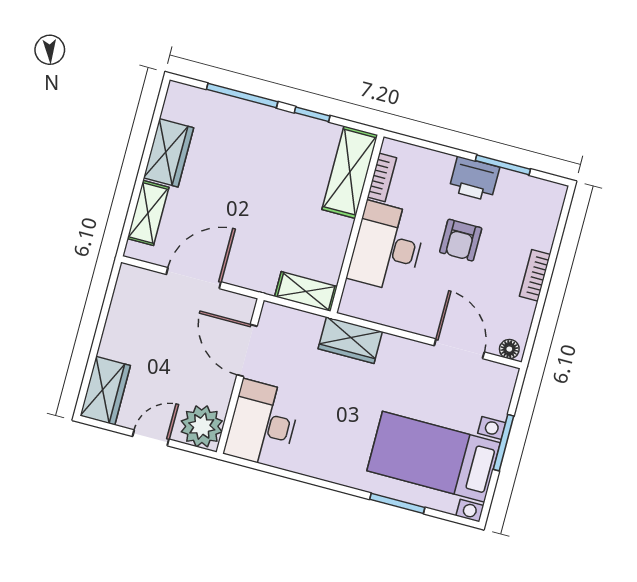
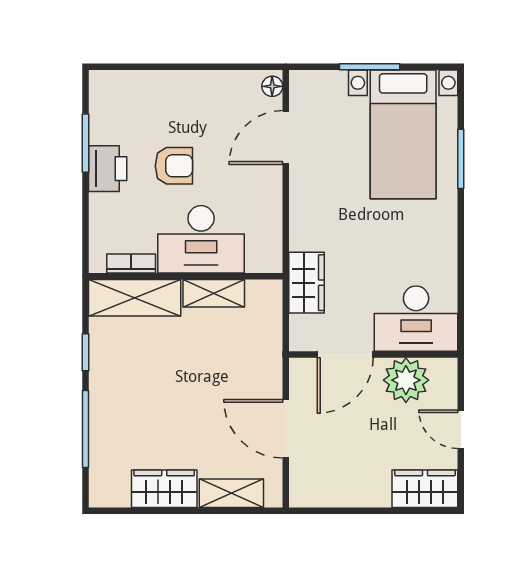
bookcase: (535, 275) -> (190, 80), removed
shelving: (306, 292) -> (214, 293), moved, turned 90
wardrobe: (350, 340) -> (306, 283), moved
plant: (202, 426) -> (406, 380), moved

